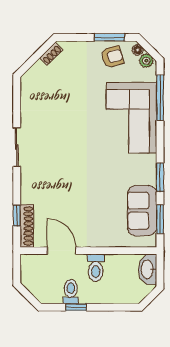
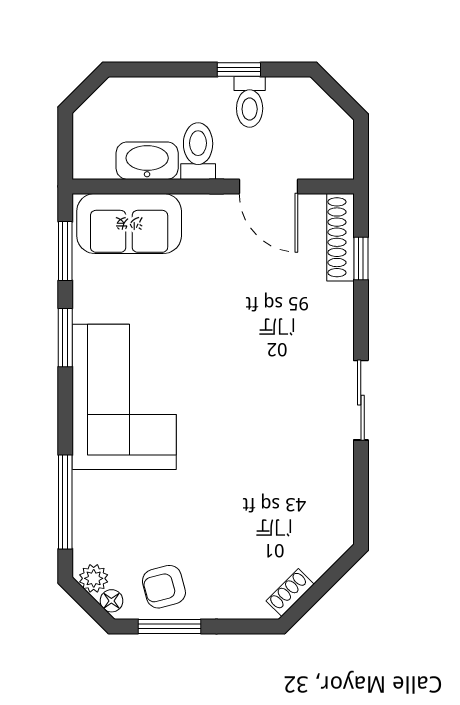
corner sofa: (132, 118) -> (124, 397), moved
sofa: (142, 211) -> (129, 223), moved, turned 90
washbasin: (148, 269) -> (147, 161), moved, turned -90

